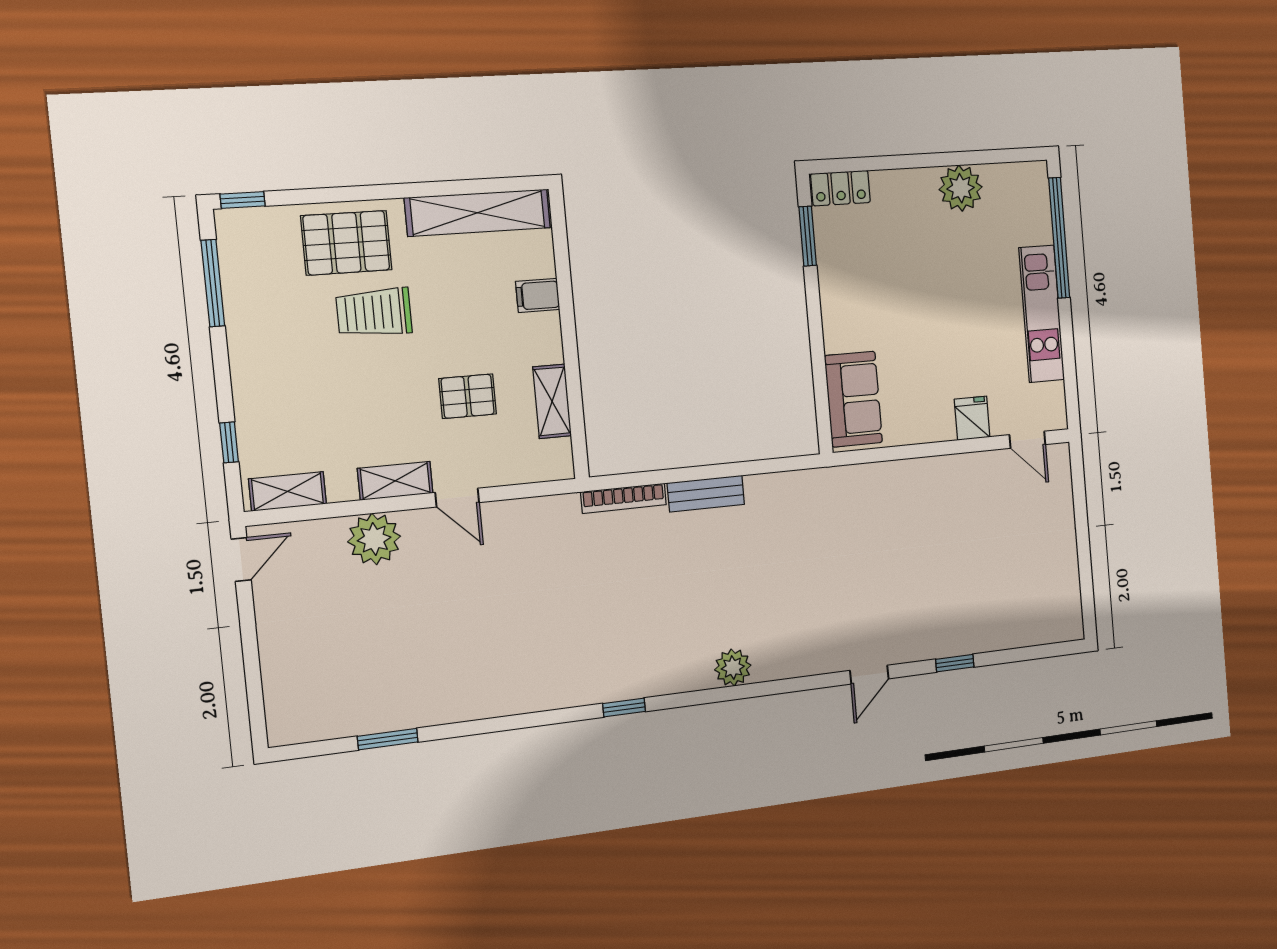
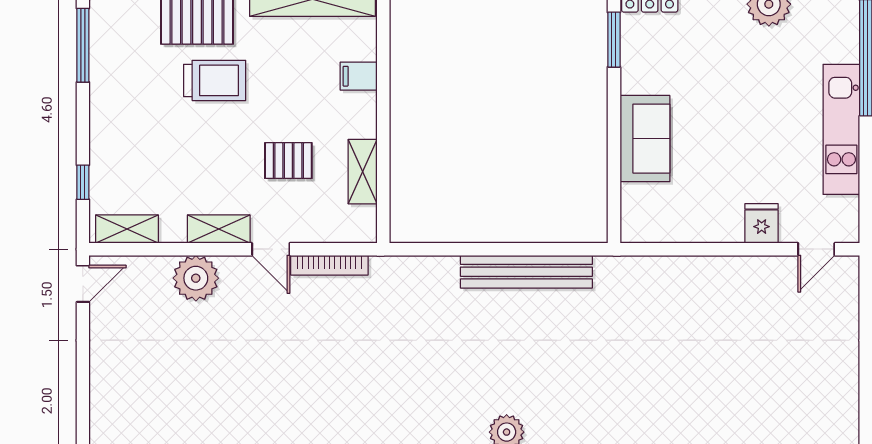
trolley: (374, 312) -> (215, 80), turned 180
sofa: (853, 399) -> (645, 139), moved
door: (1027, 440) -> (816, 249), hinge flipped
bench: (706, 494) -> (526, 272), width x1.86, depth x1.21
bookcase: (624, 498) -> (329, 265), moved

